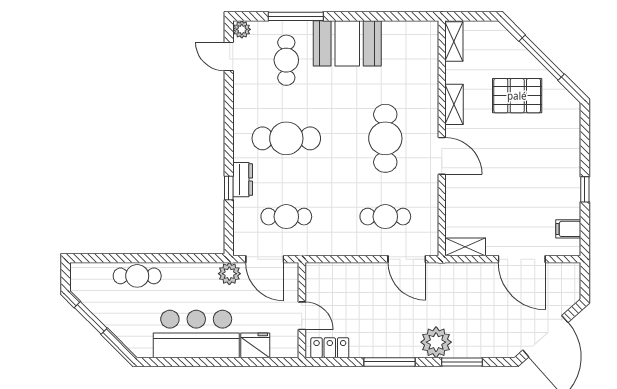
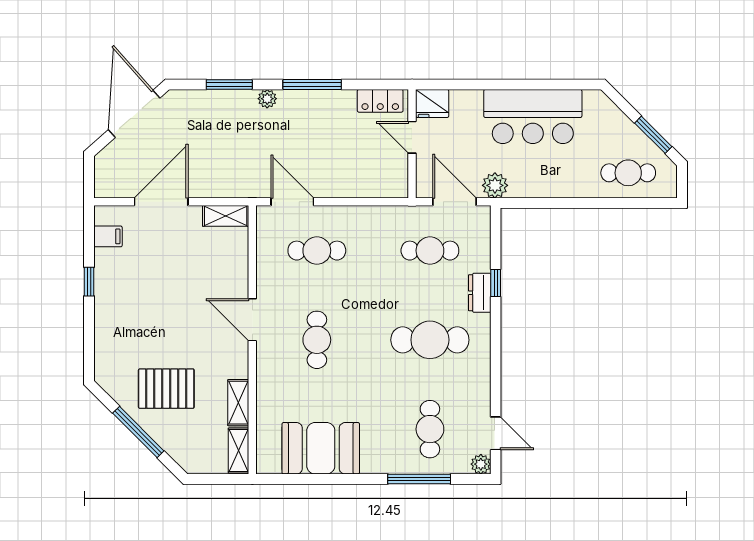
booth: (347, 43) -> (321, 448), moved
shelving: (454, 104) -> (238, 403), moved
cafe table: (385, 138) -> (317, 340), width x0.73, depth x0.74
door: (522, 259) -> (161, 202), hinge flipped
cafe table: (137, 276) -> (628, 173), moved
plant: (436, 342) -> (267, 99), width x0.53, depth x0.53
fridge: (255, 345) -> (432, 103), moved

